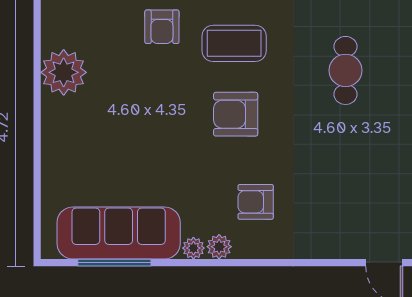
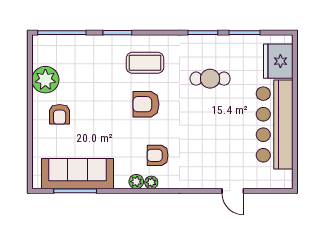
armchair: (162, 27) -> (60, 114), moved
cafe table: (345, 70) -> (210, 79), turned 90
plant: (193, 248) -> (151, 182), moved

